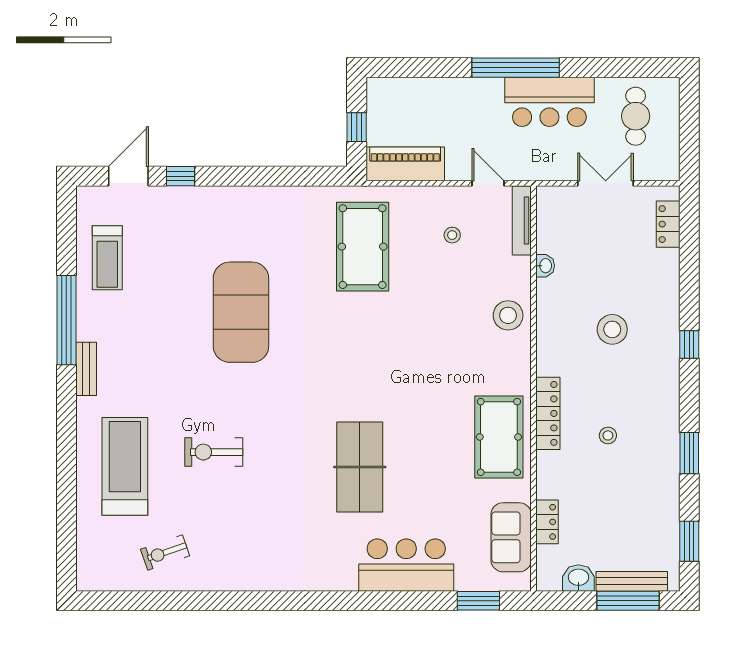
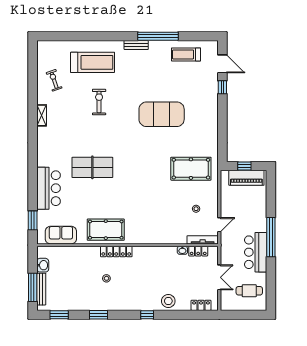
piano: (405, 164) -> (246, 178), moved, turned 90
stool: (508, 315) -> (160, 234), removed
stool: (612, 329) -> (168, 301), moved
locker: (547, 522) -> (198, 251), moved
shelving: (243, 580) -> (42, 115), added

